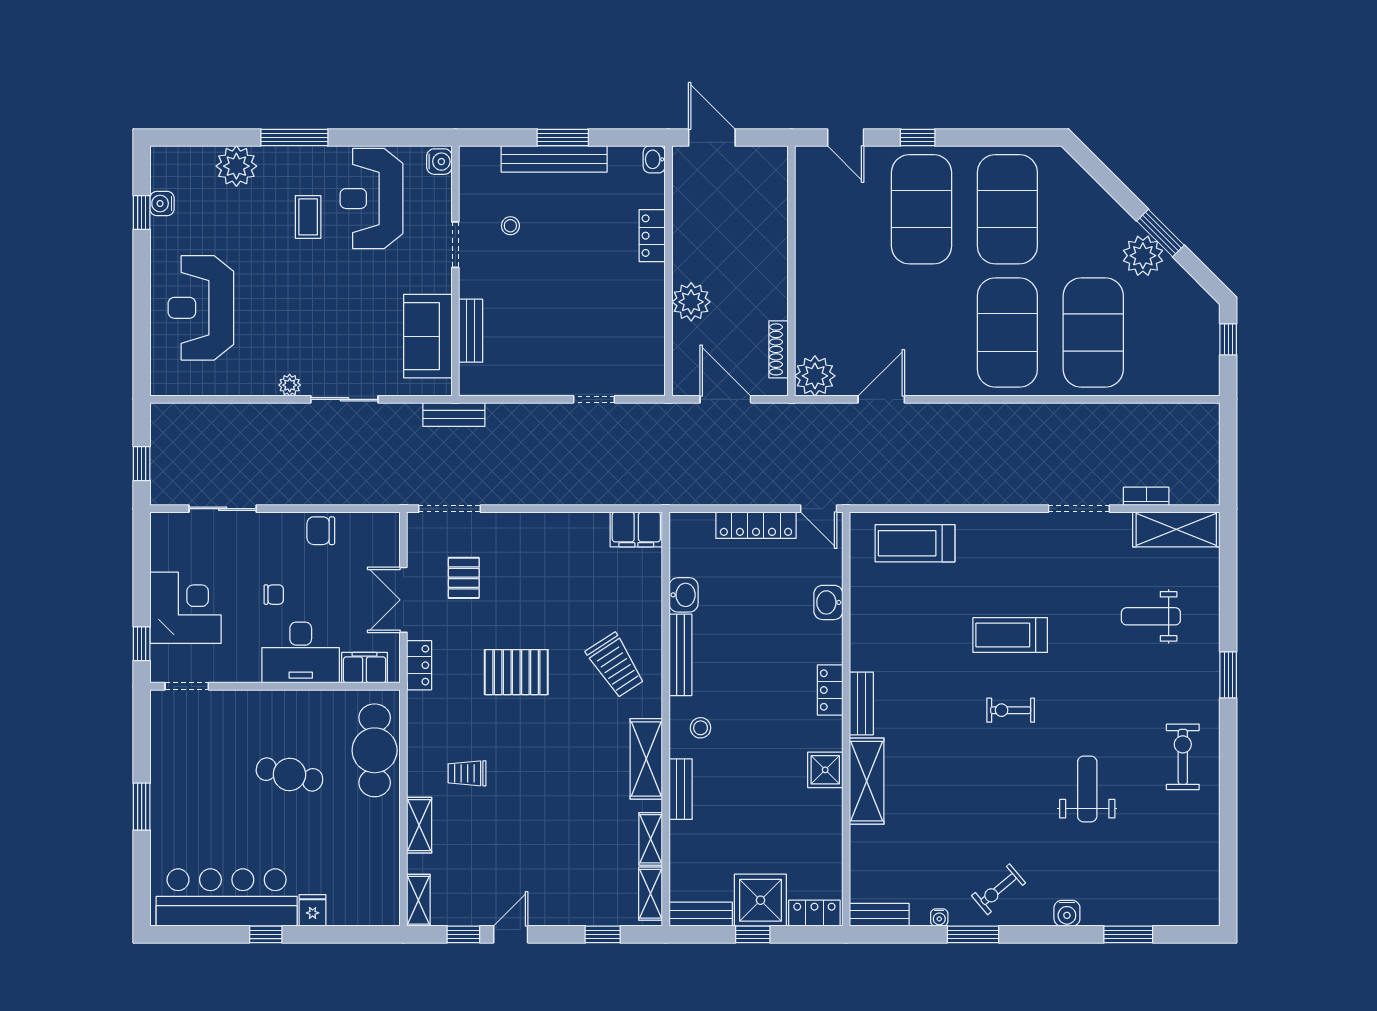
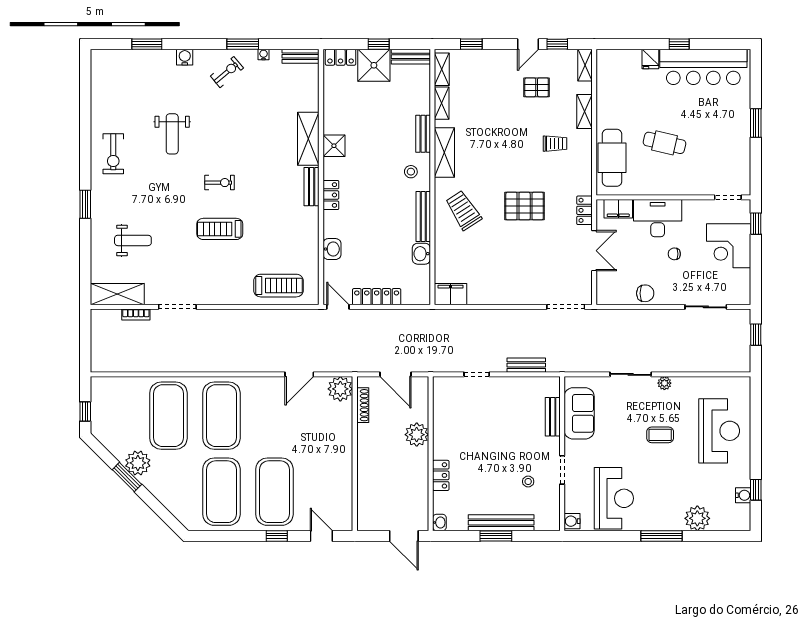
coffee table: (308, 217) -> (660, 435), moved, turned 90
bench: (454, 414) -> (526, 365), moved
pallet: (464, 578) -> (537, 87), moved, turned 90
treadmill: (1010, 635) -> (220, 229), turned 180

